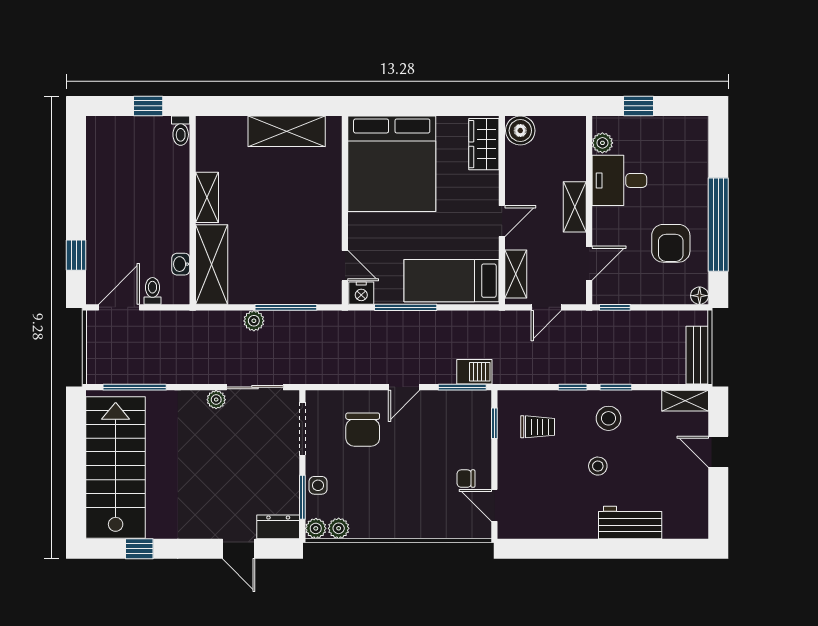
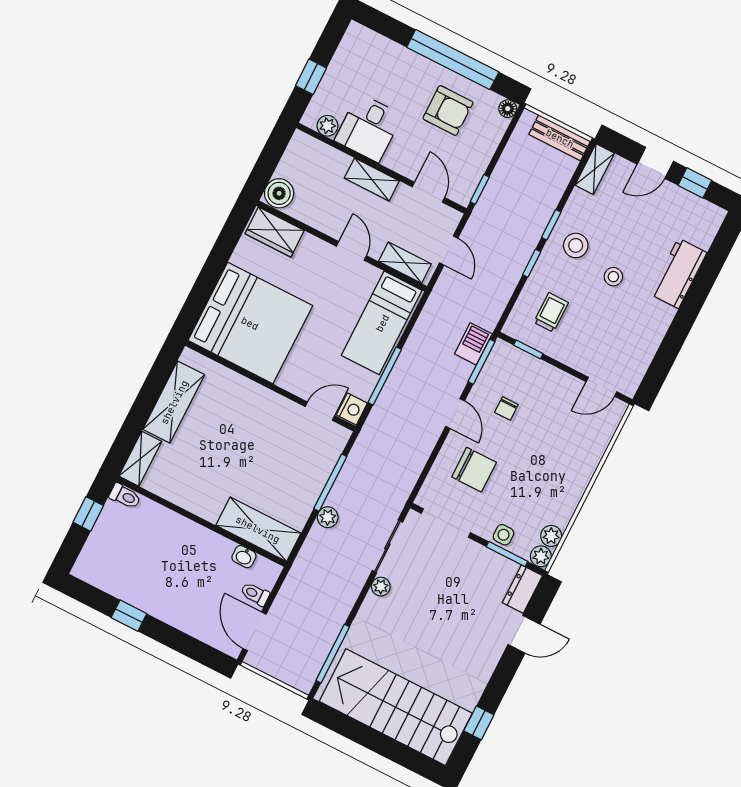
shelving: (207, 197) -> (140, 459), moved, turned 90
window: (76, 255) -> (129, 616), moved
chair: (466, 479) -> (506, 408), moved
window: (718, 496) -> (695, 183), added

